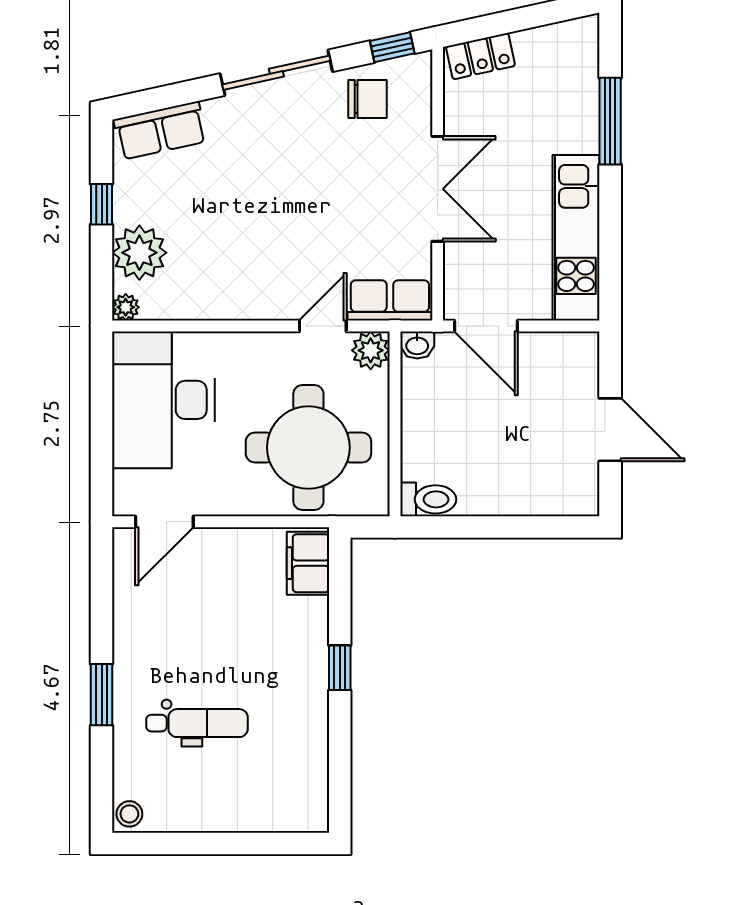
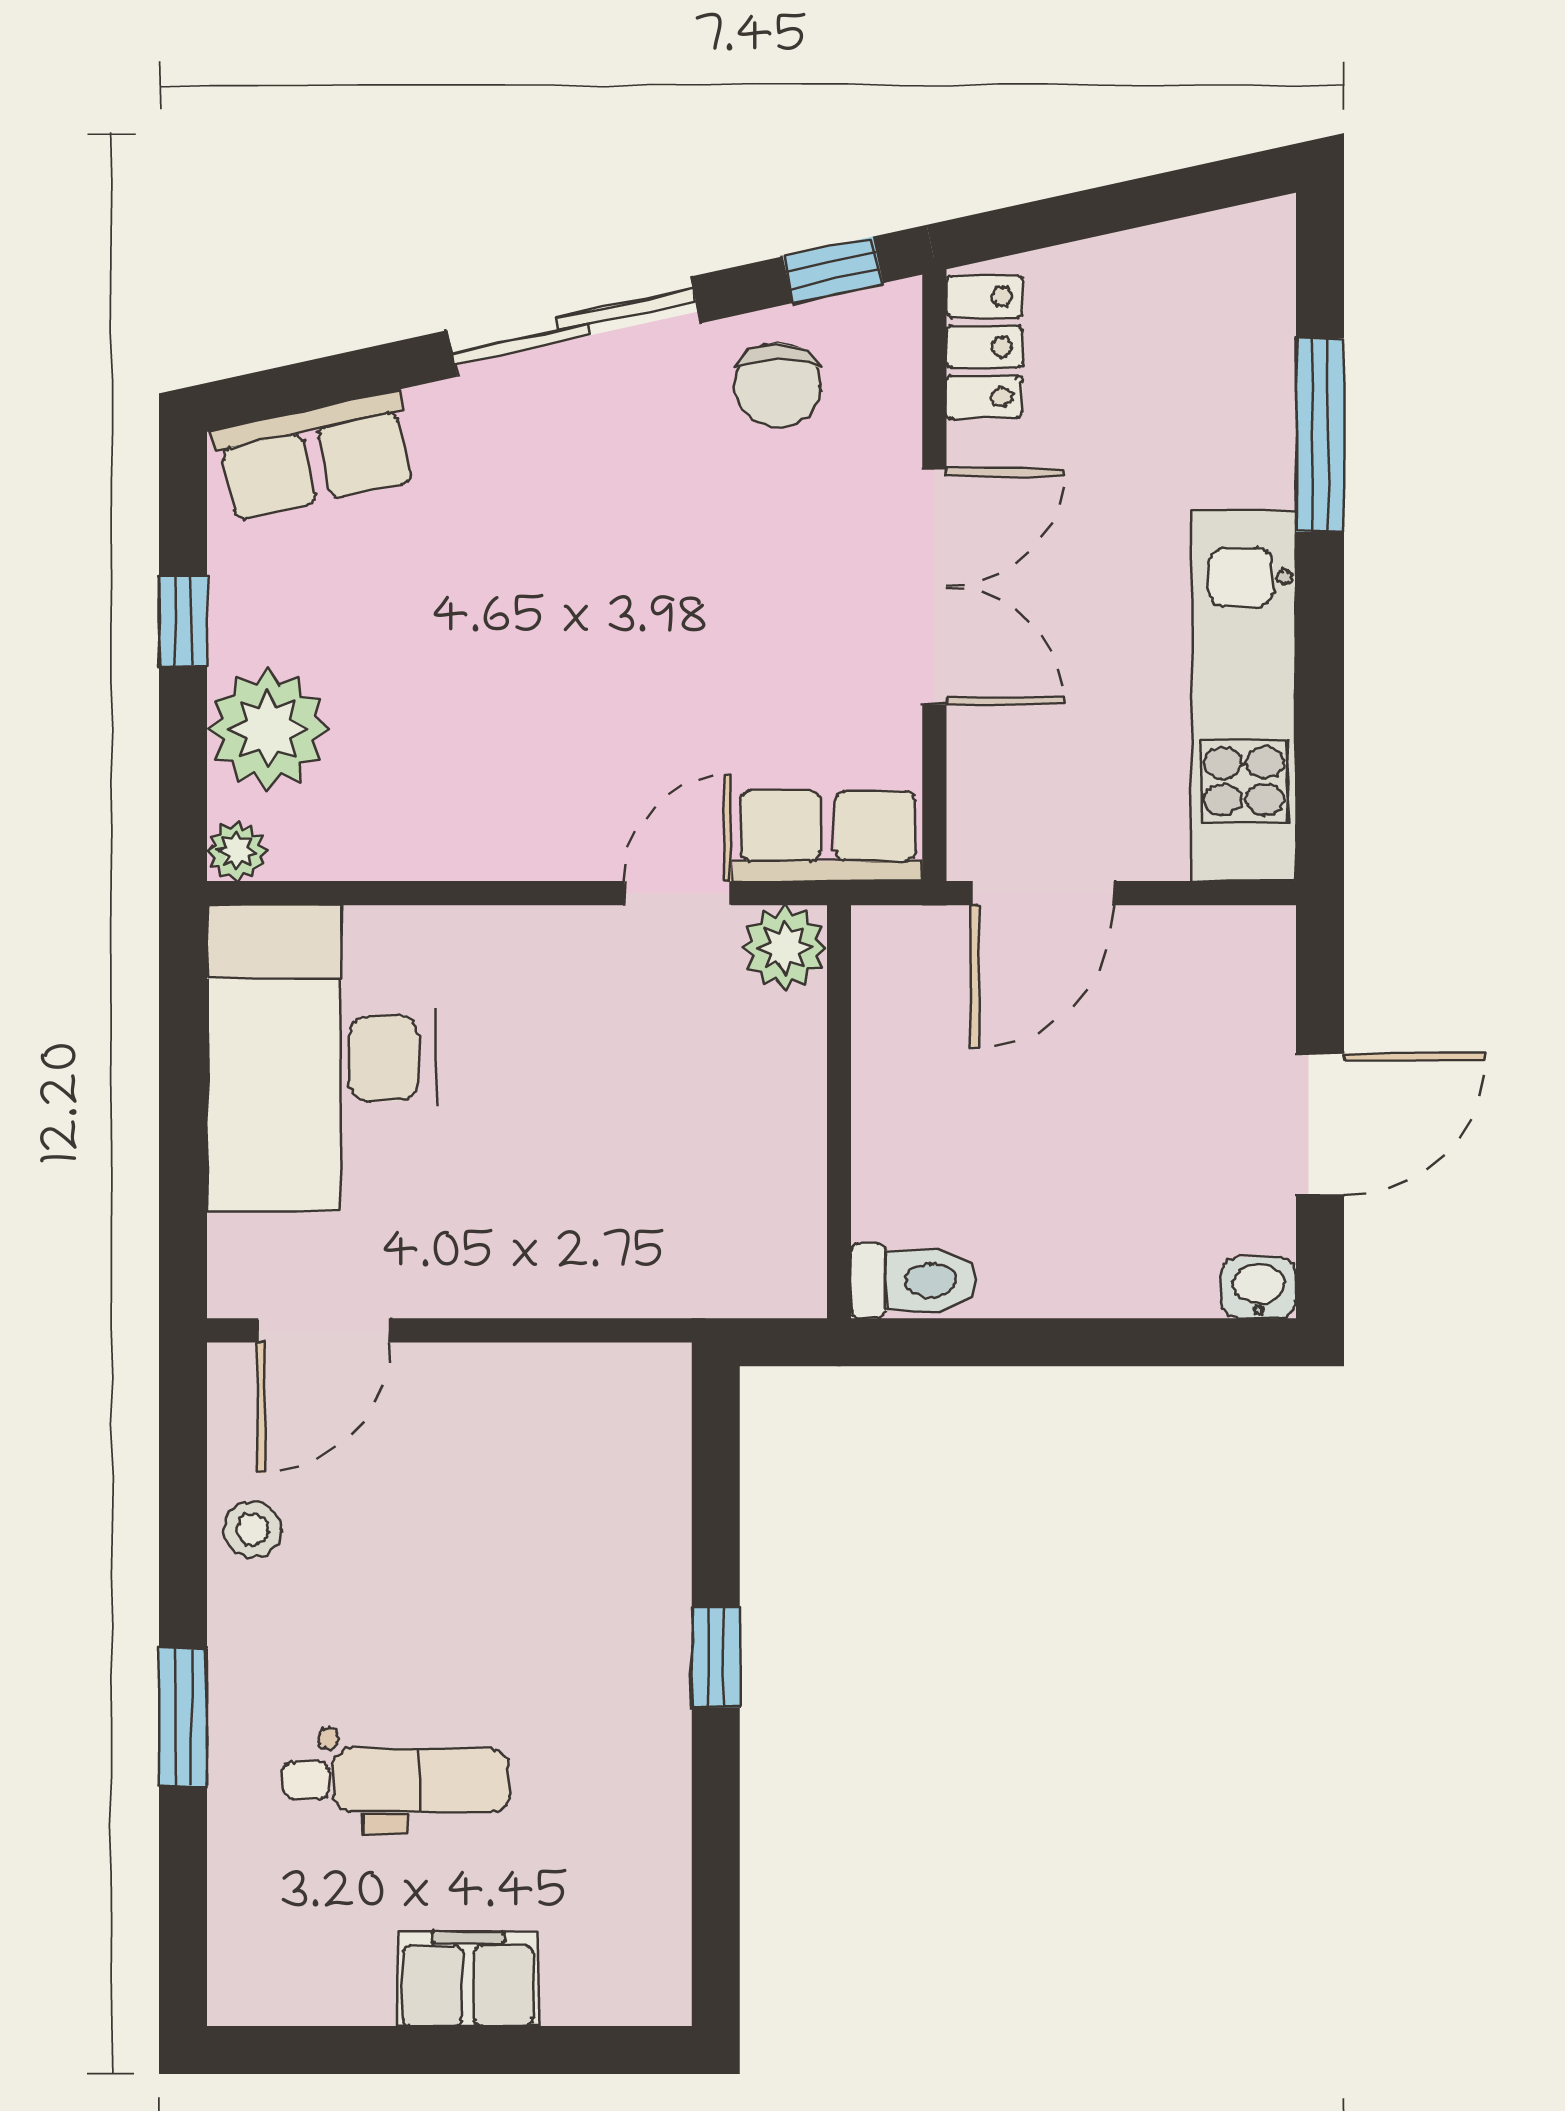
locker: (480, 56) -> (984, 347), moved, turned -78
chair: (368, 99) -> (778, 385), turned 90
door: (486, 326) -> (1043, 893), hinge flipped
washbasin: (417, 345) -> (1258, 1288), moved, turned 180
door: (610, 430) -> (1320, 1125), hinge flipped
round table: (308, 447) -> (646, 1165), removed
filing cabinet: (308, 563) -> (468, 1979), moved, turned 90
stool: (129, 814) -> (253, 1530), moved

